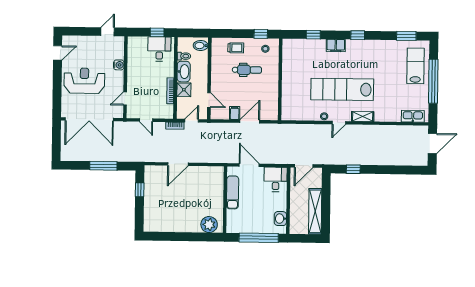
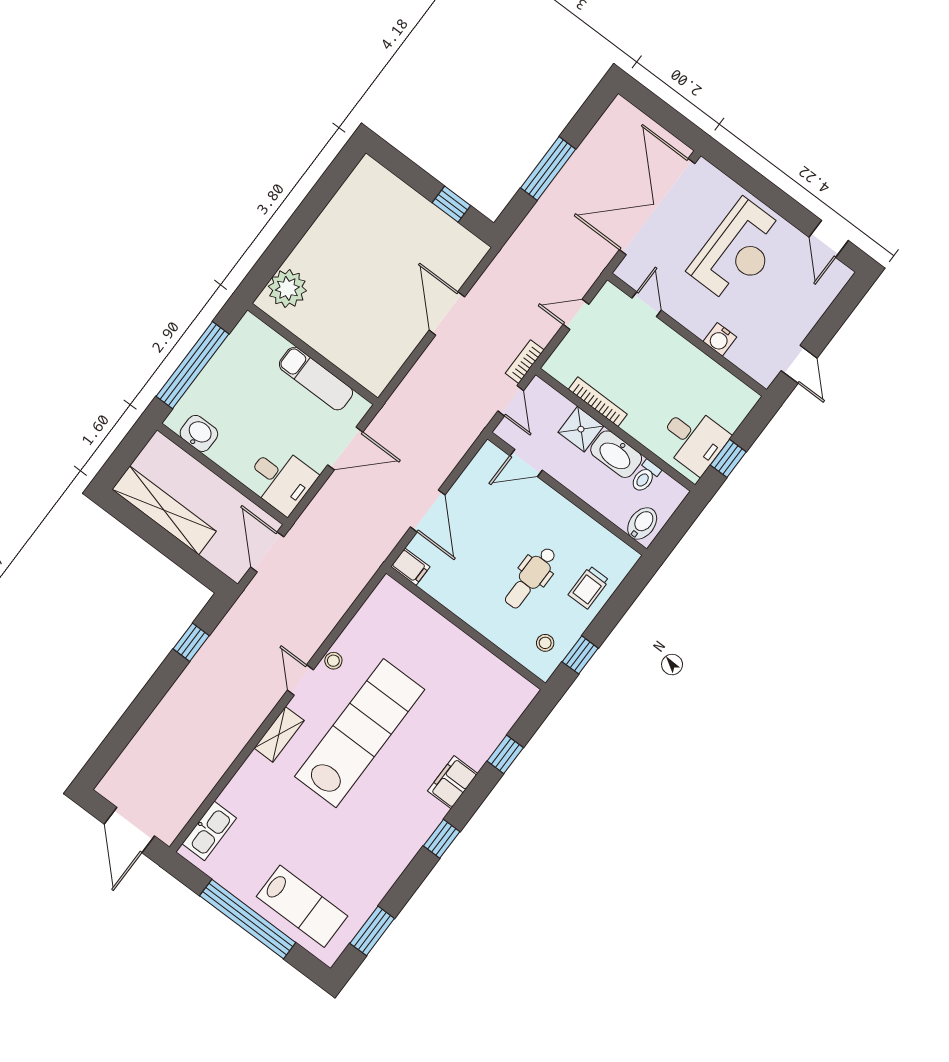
filing cabinet: (235, 113) -> (410, 567), moved

